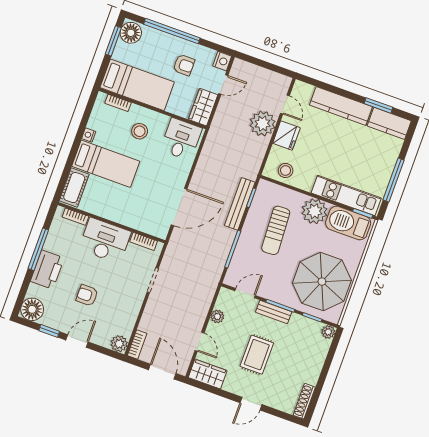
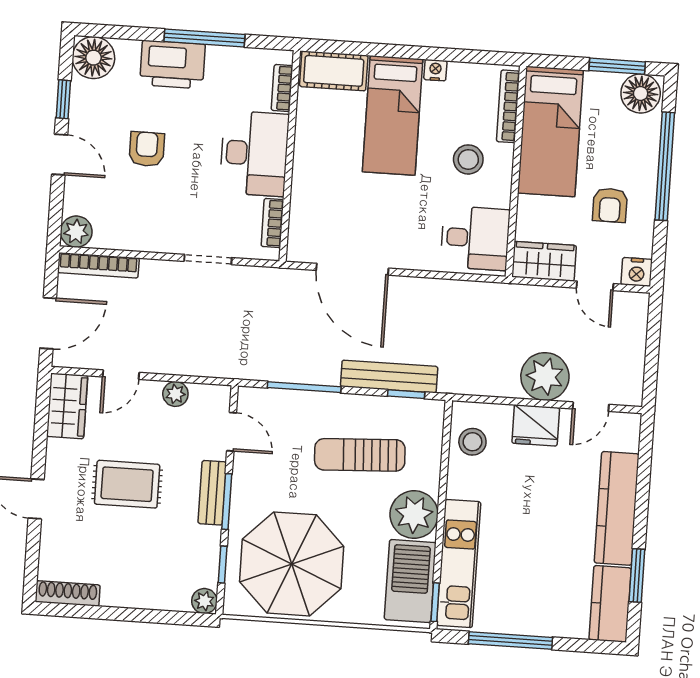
bookcase: (118, 103) -> (508, 106), width x1.56
bookcase: (137, 345) -> (98, 265), width x1.56

